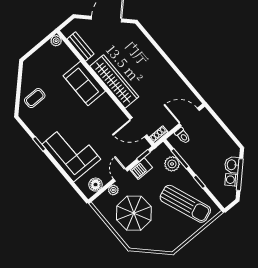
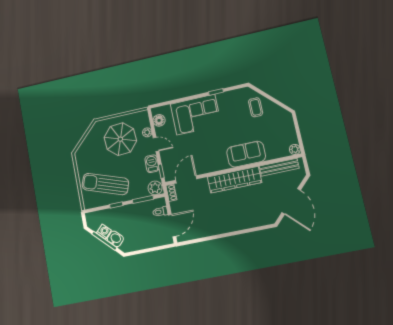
bench: (81, 46) -> (279, 167), width x1.36
plant: (172, 164) -> (155, 188), moved
sun lounger: (185, 204) -> (105, 184), turned 40

